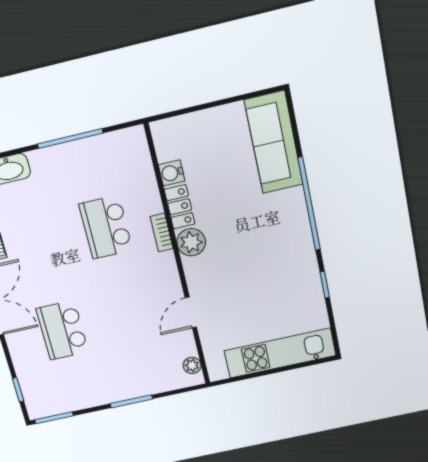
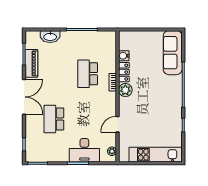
desk: (138, 375) -> (84, 150), added

